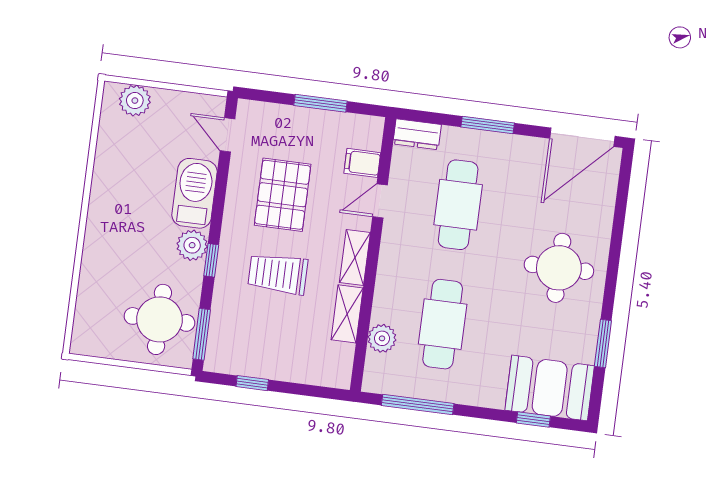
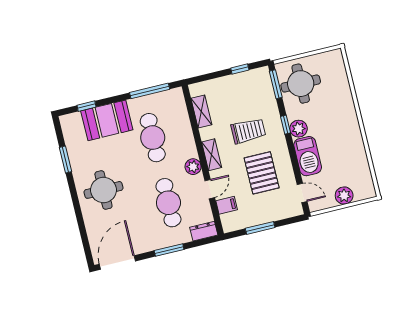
plant: (135, 101) -> (344, 196), moved
shelving: (347, 314) -> (201, 112), moved
plant: (382, 338) -> (193, 167), moved
booth: (550, 388) -> (107, 120), moved

